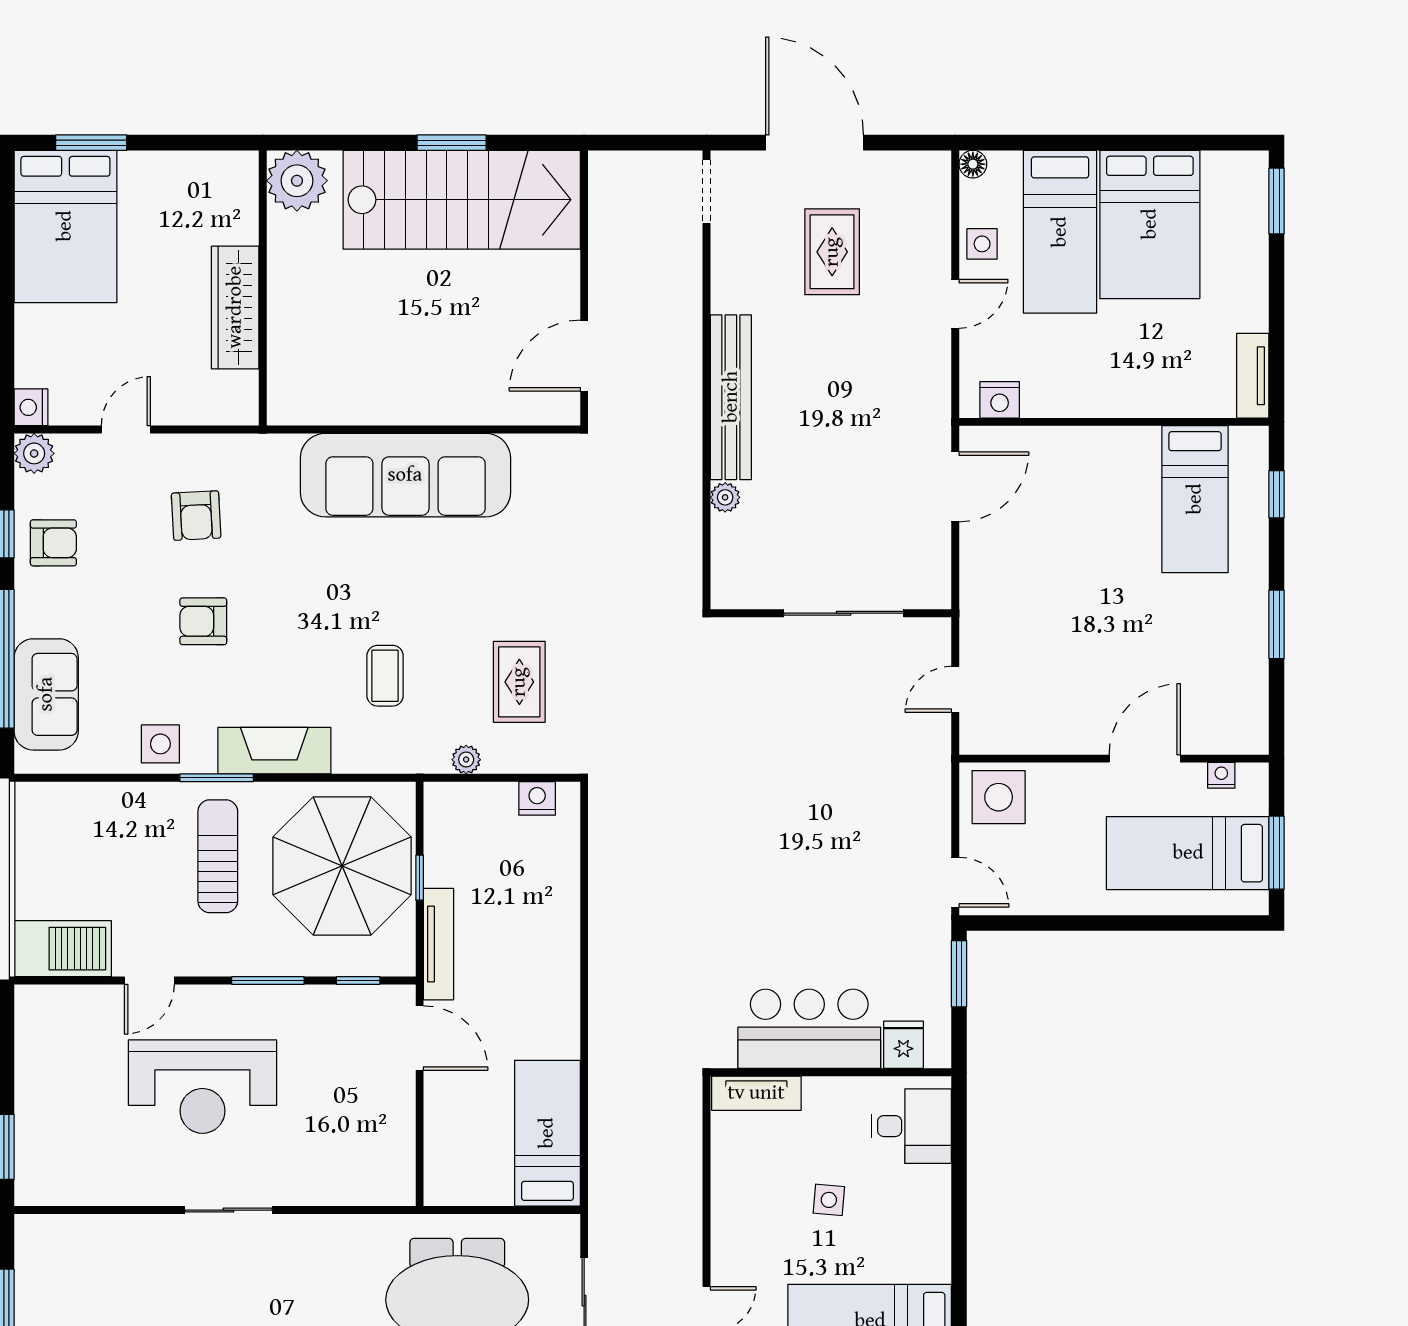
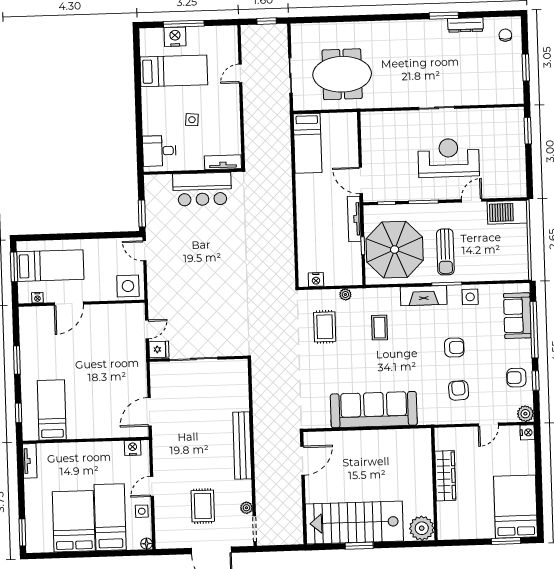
plant: (725, 497) -> (246, 508), moved
fridge: (903, 1045) -> (159, 349), moved, turned -90

